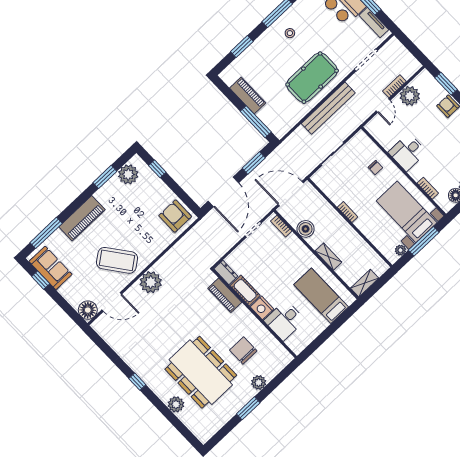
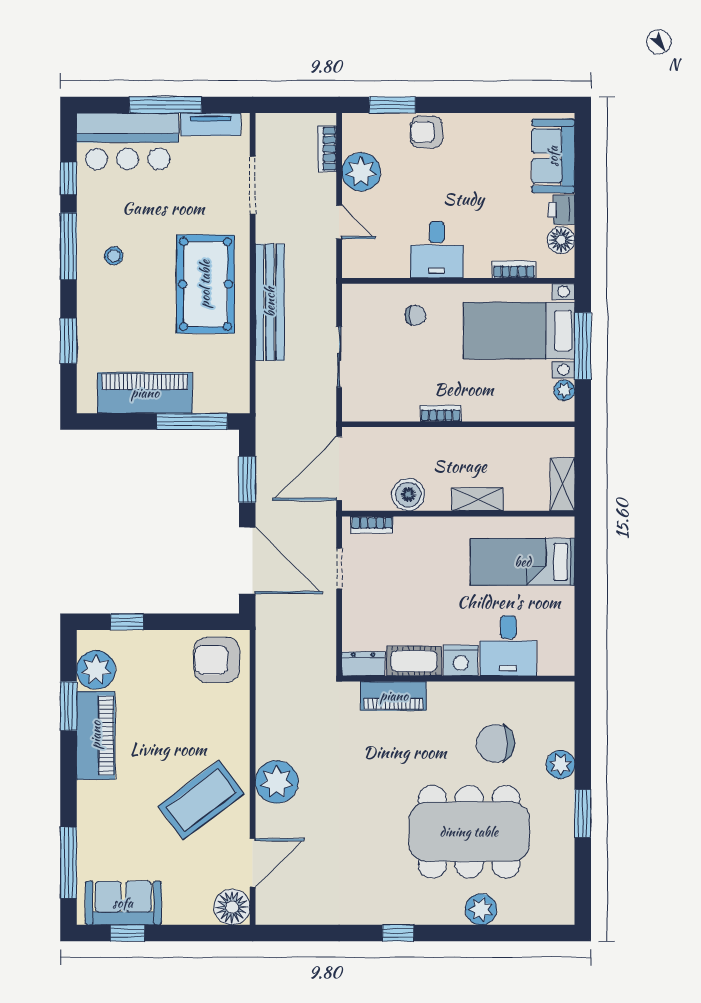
bookcase: (394, 86) -> (327, 149), moved
piano: (248, 95) -> (145, 393), width x1.37, depth x1.33
piano: (82, 218) -> (96, 735), moved

